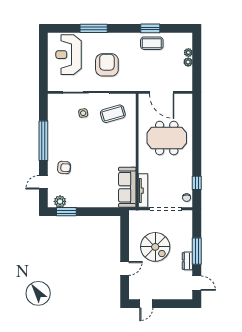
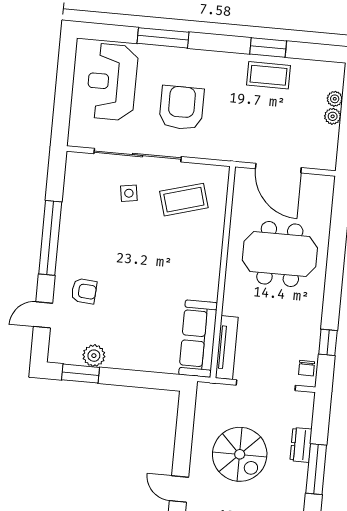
plant: (60, 201) -> (94, 356), moved
dresser: (187, 261) -> (301, 445), moved
door: (125, 268) -> (179, 489), swing flipped

